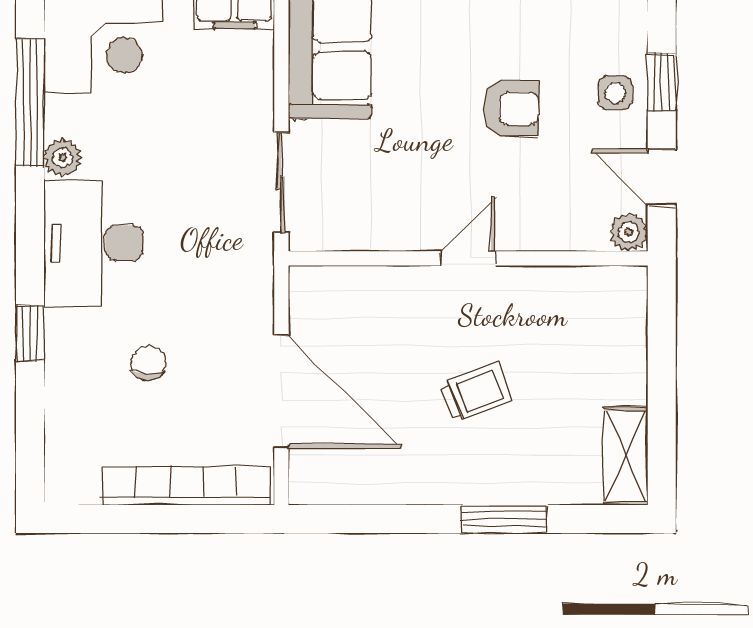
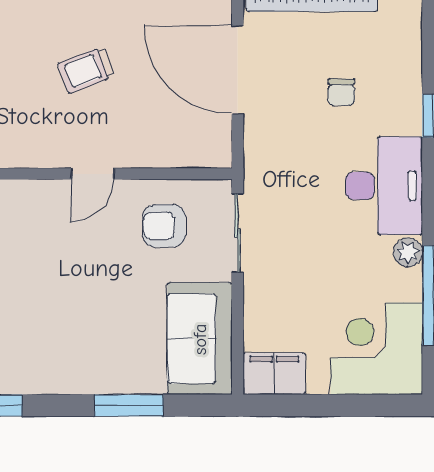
armchair: (511, 109) -> (164, 226), moved

